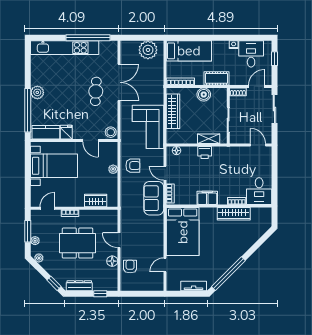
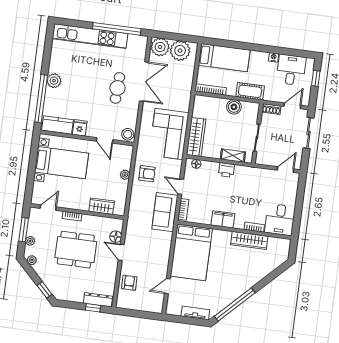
plant: (129, 49) -> (160, 47), added
wardrobe: (173, 111) -> (196, 137), moved
door: (258, 145) -> (285, 170), hinge flipped
floor lamp: (112, 261) -> (116, 237), moved
dresser: (79, 286) -> (98, 300), moved

